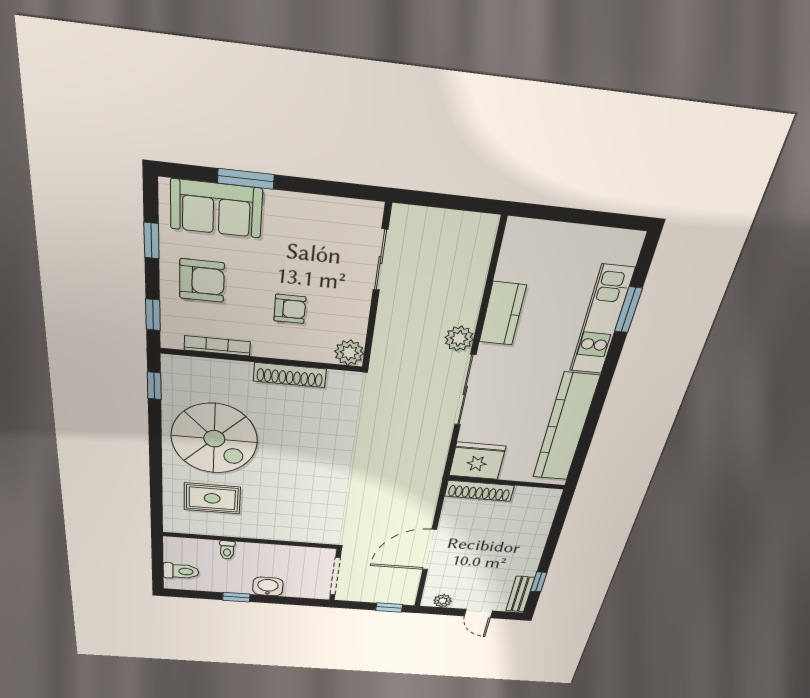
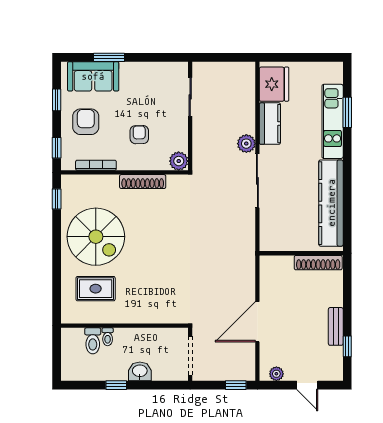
armchair: (202, 281) -> (86, 122), turned -90
armchair: (290, 309) -> (139, 135), turned -91
fridge: (477, 461) -> (274, 84), moved, turned 90
shoe rack: (479, 491) -> (318, 263), moved
toilet: (181, 571) -> (93, 341), moved, turned 90
bench: (520, 594) -> (336, 326), moved

